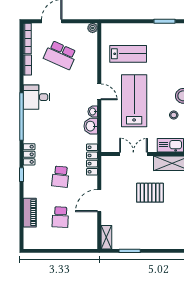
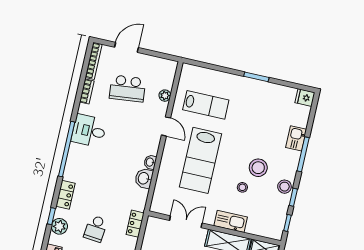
plant: (93, 28) -> (165, 96), moved
school desk: (60, 55) -> (127, 89), turned -30
door: (99, 92) -> (166, 126), moved
lab bench: (134, 101) -> (201, 160), turned 180
locker: (92, 160) -> (135, 224), width x0.66
plant: (30, 182) -> (59, 226), added

